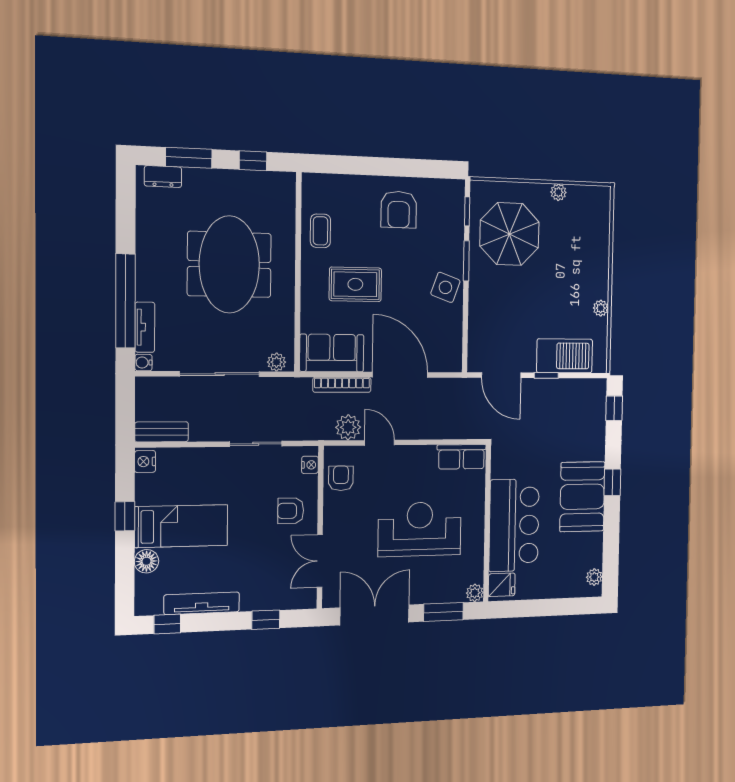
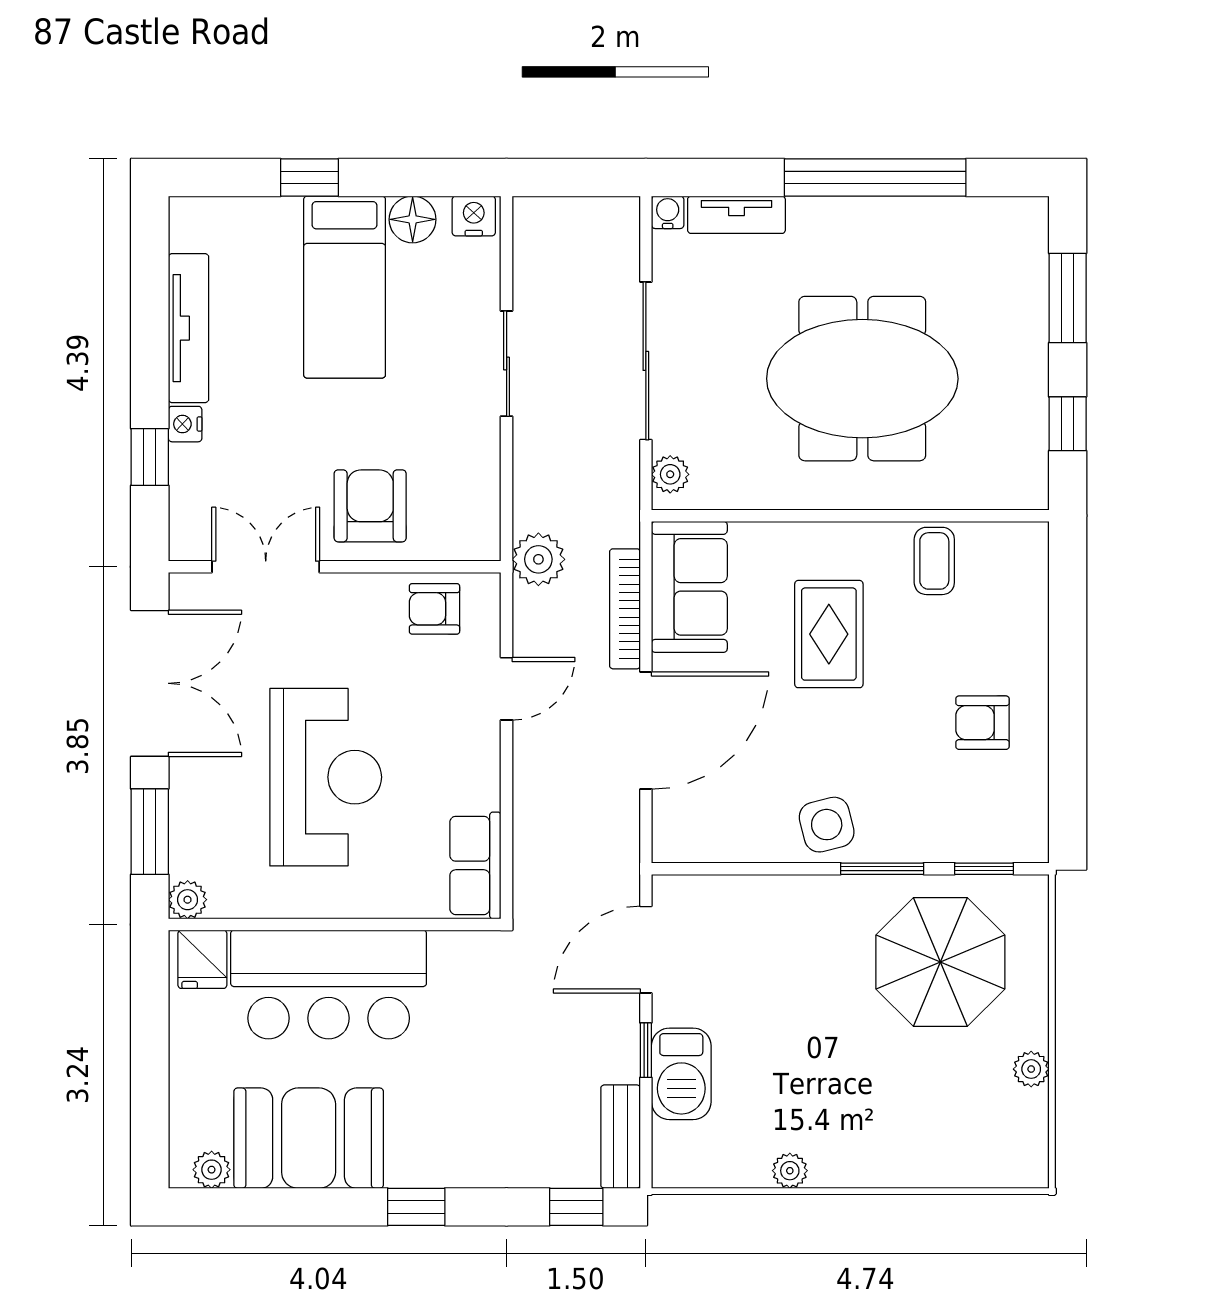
dresser: (163, 177) -> (1029, 248), removed
armchair: (399, 210) -> (982, 723), width x0.72, depth x0.72
coffee table: (320, 231) -> (934, 561), turned 90
side table: (445, 287) -> (827, 825), turned -34
window: (125, 301) -> (875, 178), moved
barbecue: (565, 356) -> (681, 1074), width x0.73, depth x0.83
plant: (348, 427) -> (538, 559), moved
bench: (162, 432) -> (621, 1137), moved
sliding door: (256, 444) -> (507, 364), moved
nightstand: (310, 465) -> (185, 424), moved, turned 90
armchair: (341, 478) -> (434, 609), turned 180
booth: (582, 497) -> (309, 1138), moved
armchair: (291, 511) -> (370, 506), width x1.38, depth x1.38
window: (125, 516) -> (309, 178), moved
floor lamp: (147, 561) -> (413, 219), moved
window: (167, 624) -> (150, 260), removed

